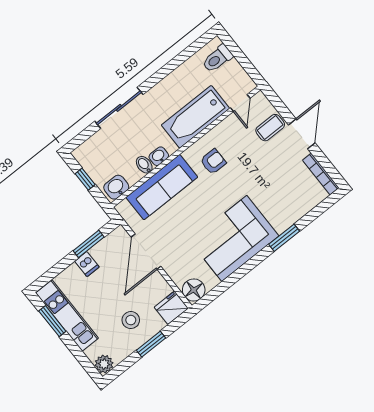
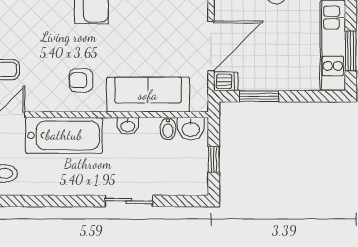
sliding door: (119, 108) -> (129, 201), width x0.73
bidet: (144, 165) -> (168, 129), moved
dishwasher: (87, 264) -> (226, 81), moved, turned 90

